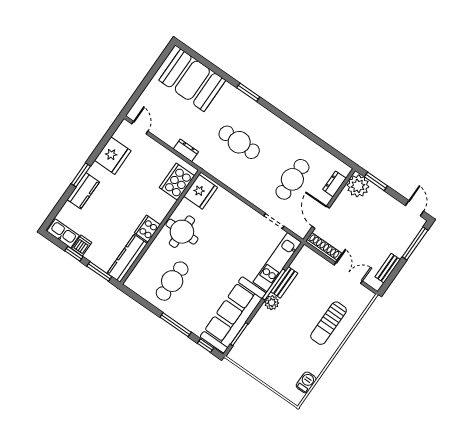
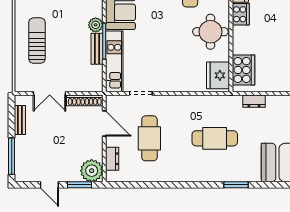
door: (415, 208) -> (49, 185), moved

